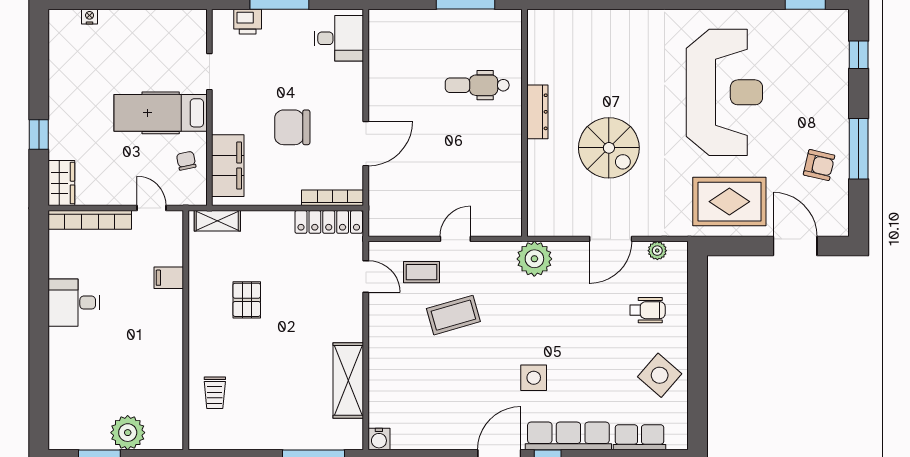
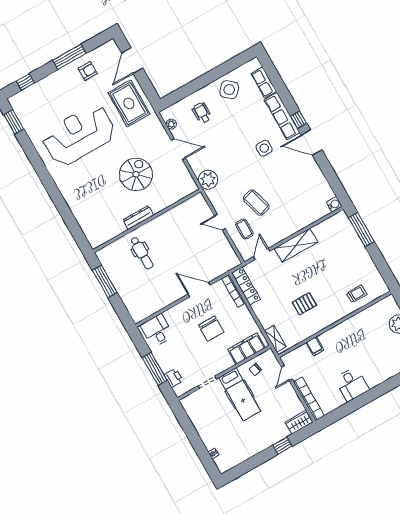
armchair: (819, 165) -> (88, 71), turned 77
shelving: (348, 380) -> (296, 245), moved

